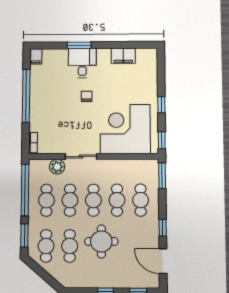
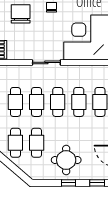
chair: (53, 104) -> (21, 14), added
plant: (57, 167) -> (25, 72), removed
round table: (101, 241) -> (66, 160), moved

